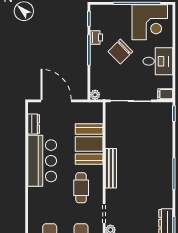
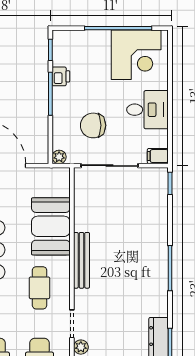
chair: (120, 52) -> (93, 125), moved, turned 45

